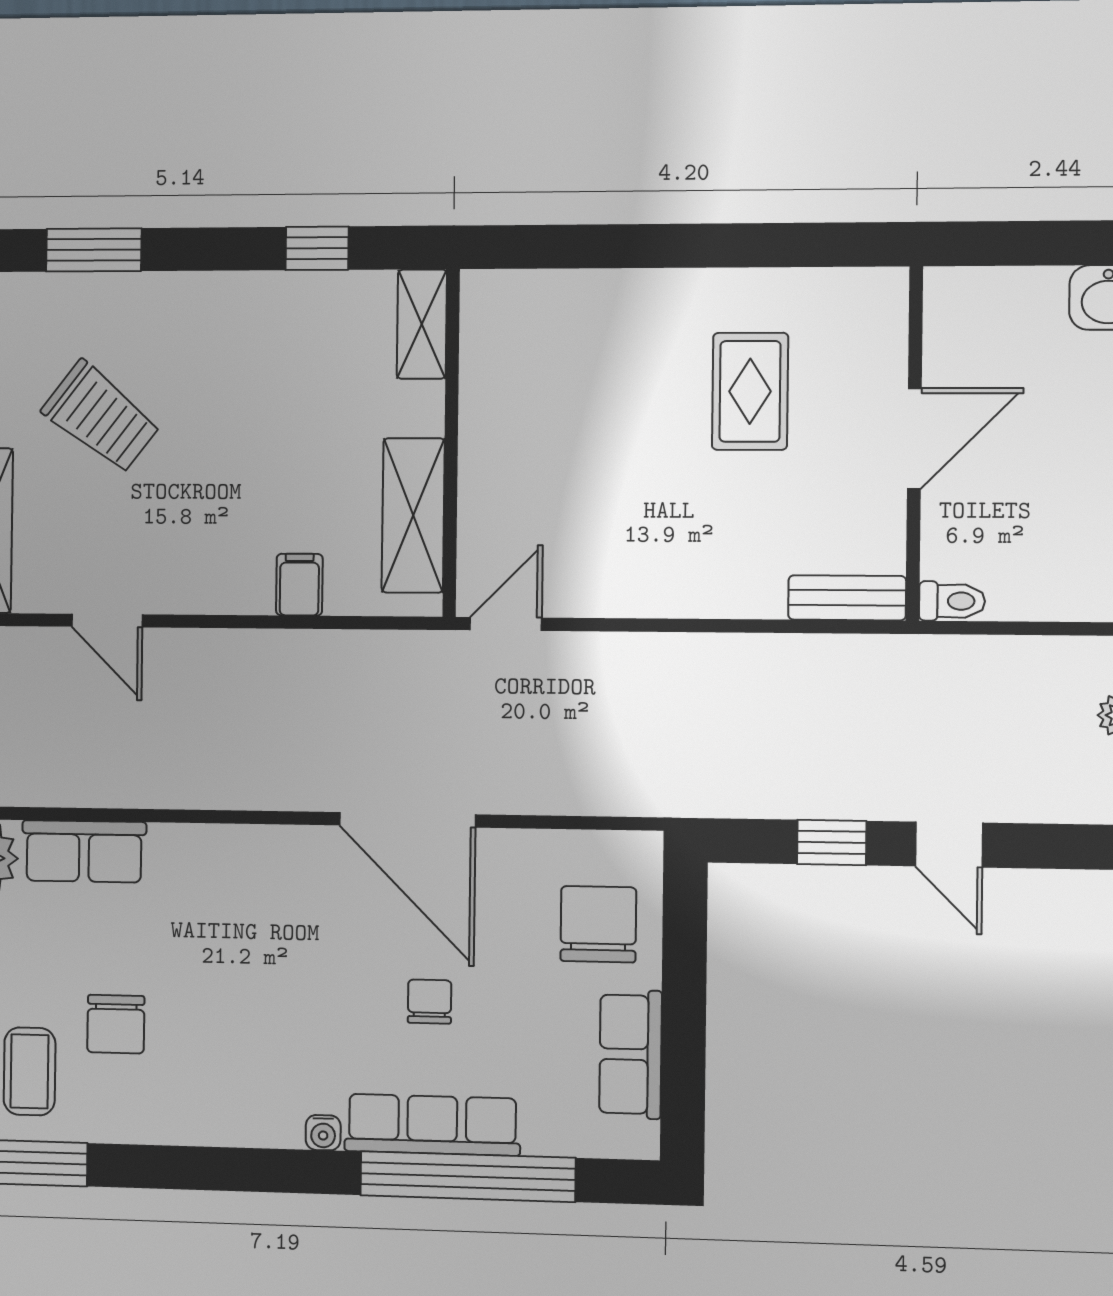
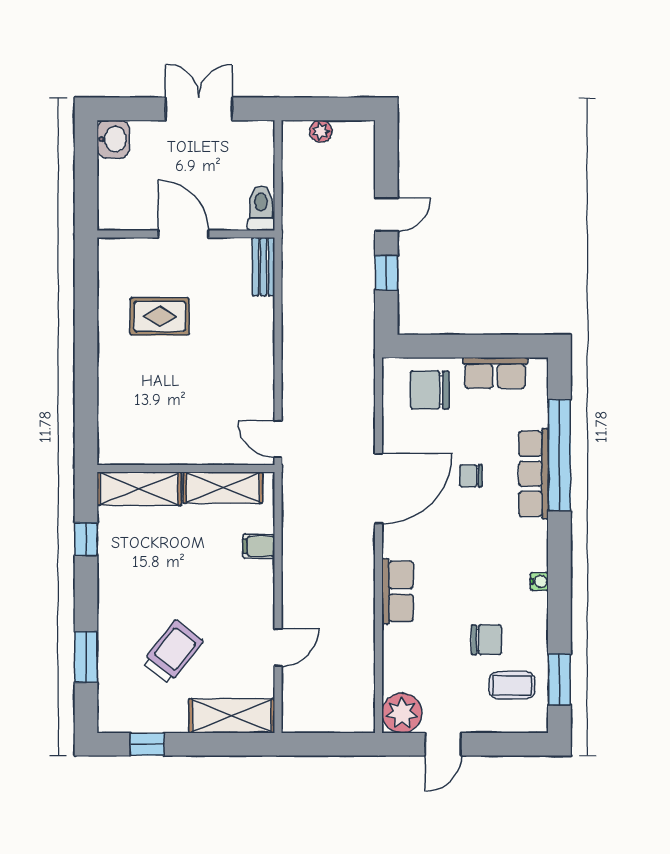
shelving: (422, 324) -> (139, 489), width x1.50, depth x1.33
toilet: (952, 601) -> (261, 208), width x1.37, depth x1.39
row of seats: (84, 851) -> (398, 591), moved
water cooler: (323, 1133) -> (539, 581), moved

